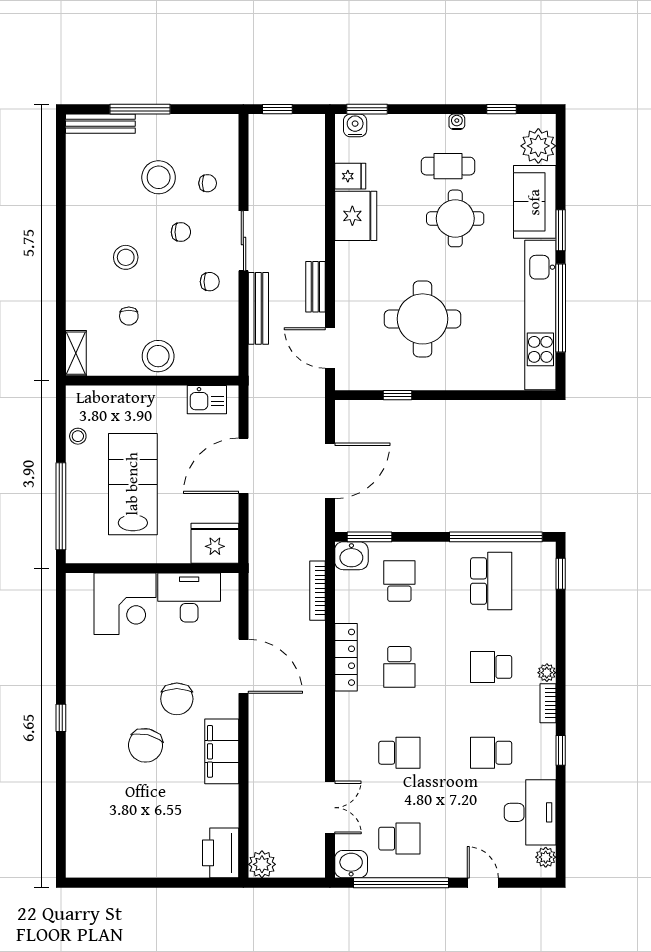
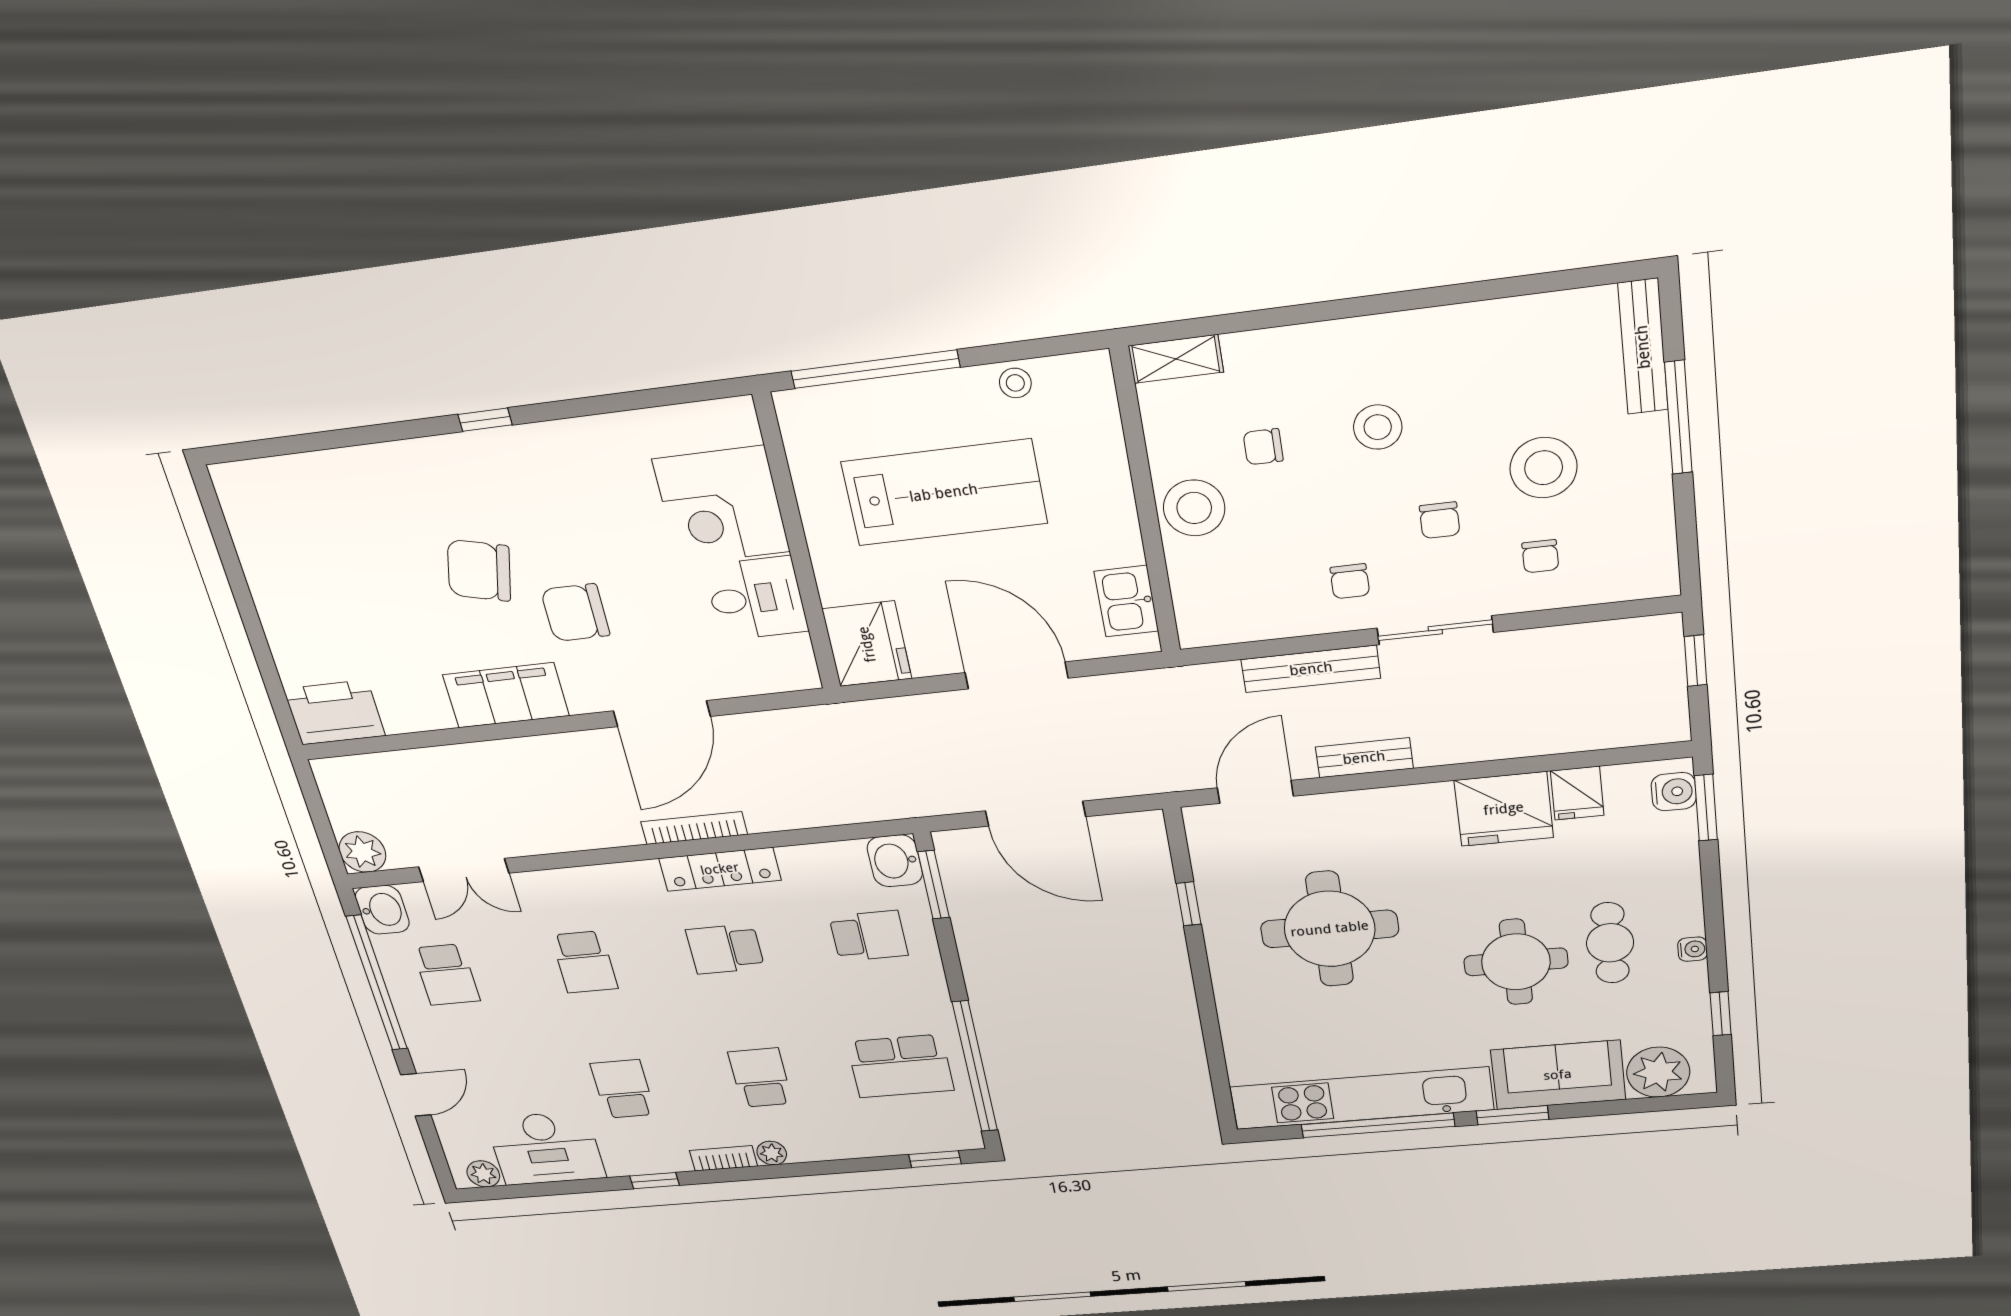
bookcase: (318, 591) -> (694, 828), moved
desk: (189, 597) -> (756, 598), width x0.73
plant: (262, 864) -> (362, 852), moved

